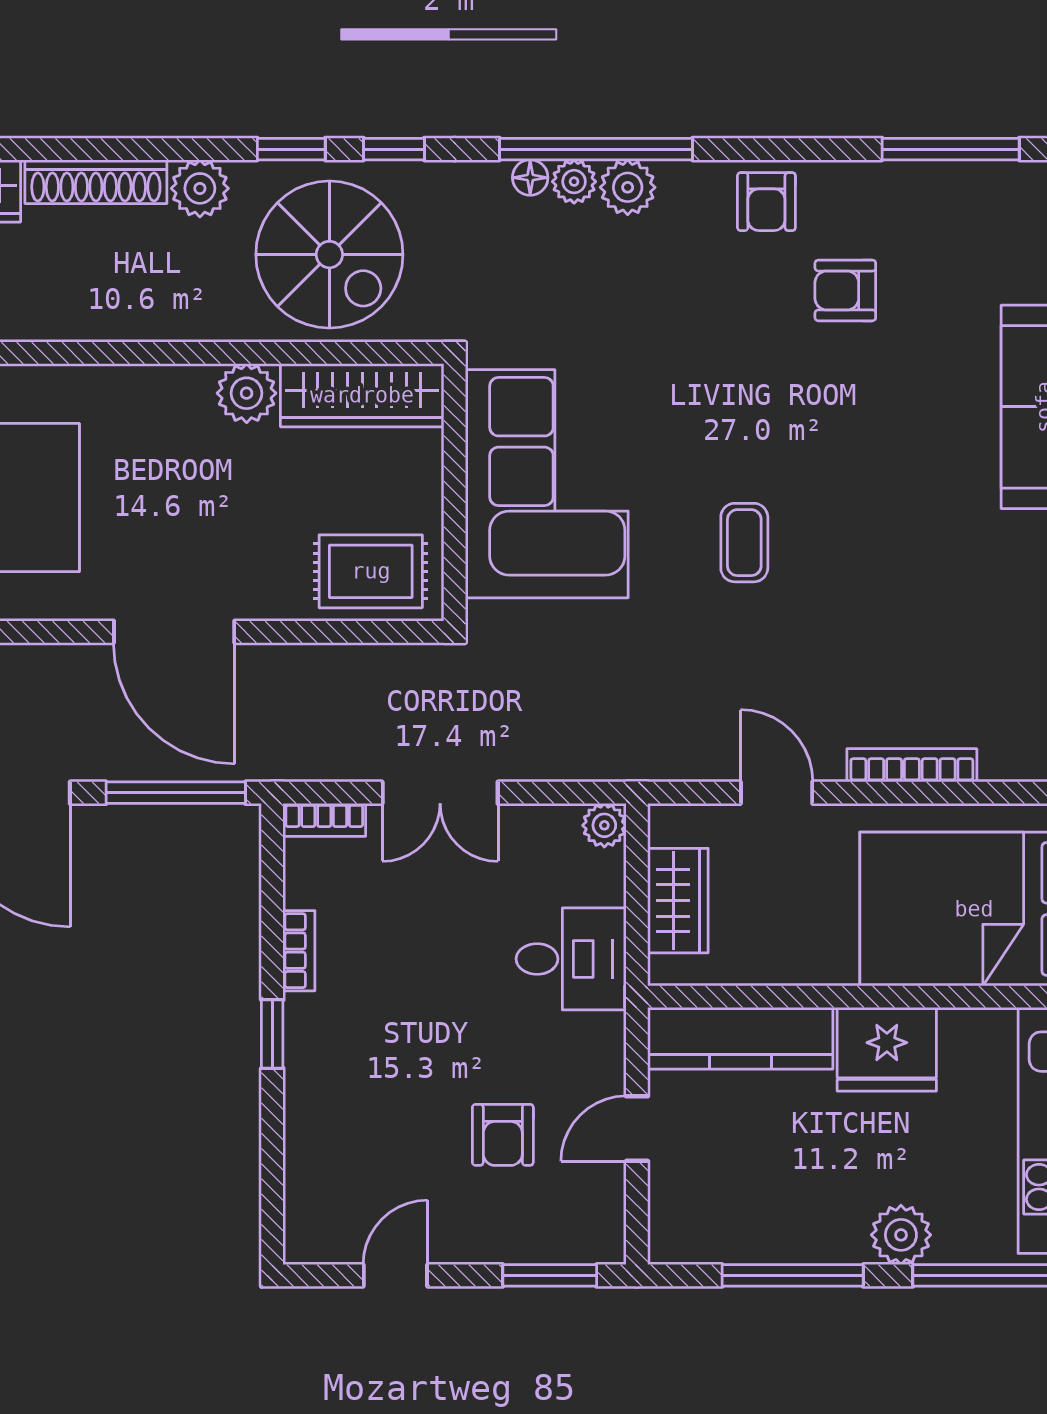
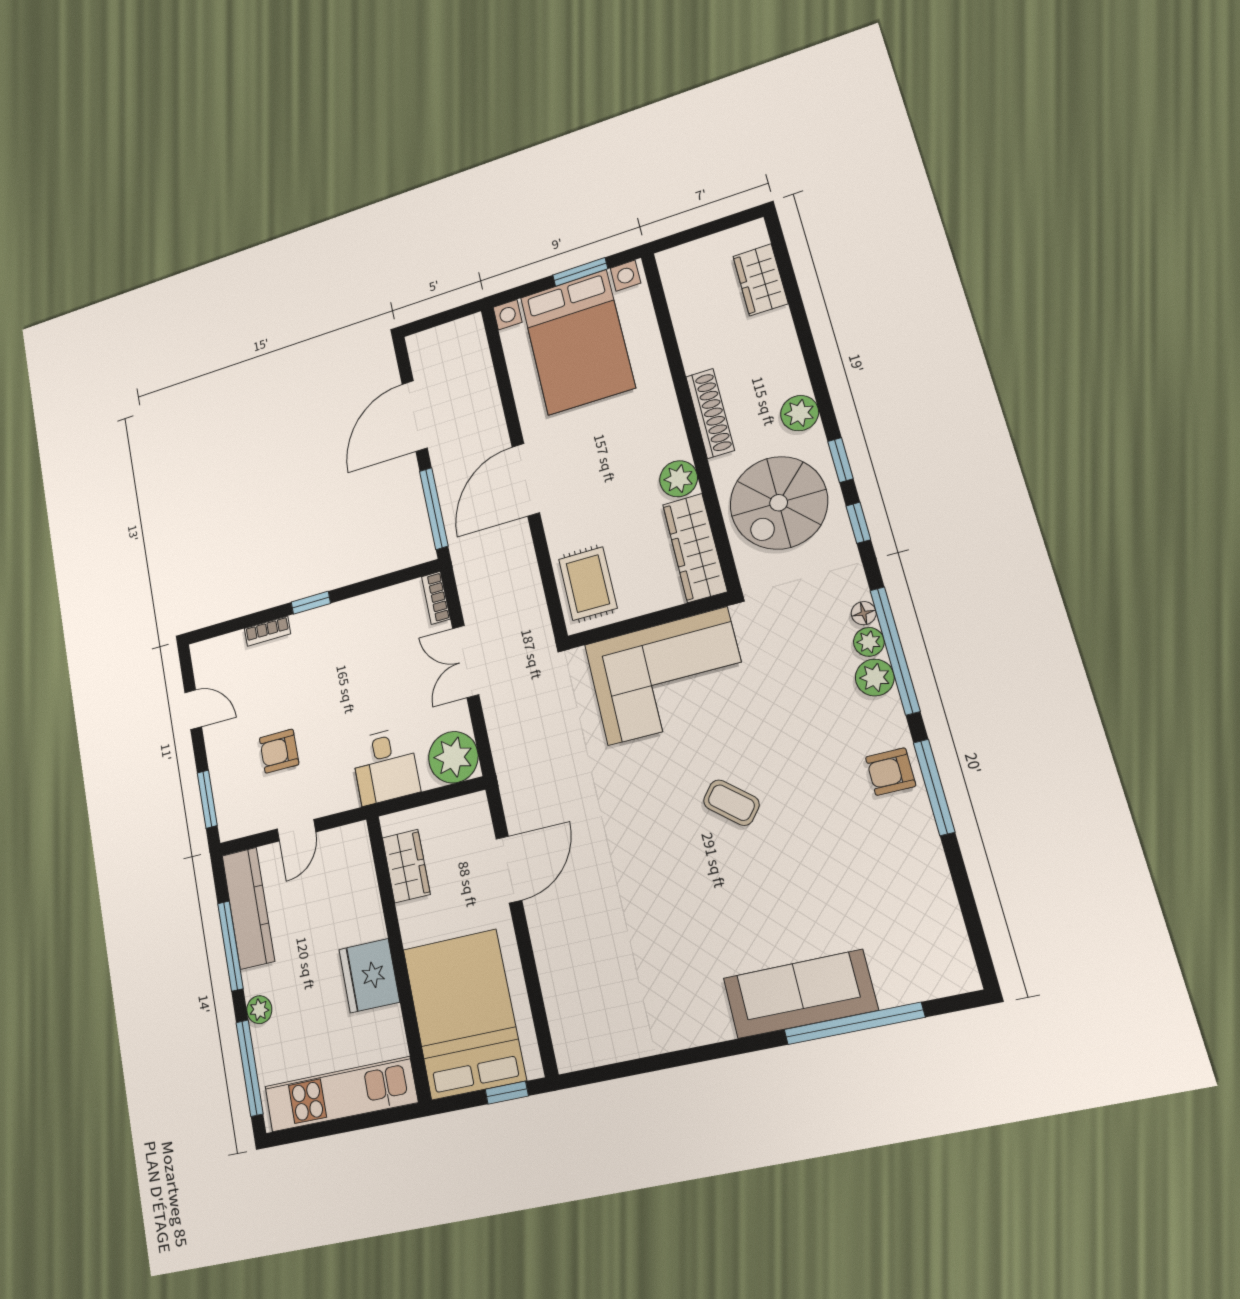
window: (951, 149) -> (934, 787), moved
shoe rack: (96, 182) -> (710, 413), moved, turned 180
armchair: (845, 290) -> (844, 839), removed
coffee table: (744, 543) -> (731, 803), moved, turned 40
bookcase: (912, 765) -> (544, 954), removed
door: (777, 793) -> (509, 869), width x1.38
plant: (604, 825) -> (453, 757), width x1.88, depth x1.88
wardrobe: (678, 901) -> (406, 866), moved, turned -90
bookcase: (299, 951) -> (267, 631), moved
kitchen counter: (740, 1038) -> (248, 908), moved, turned 180
door: (637, 1129) -> (296, 830), swing flipped
plant: (901, 1235) -> (259, 1010), width x0.73, depth x0.73

